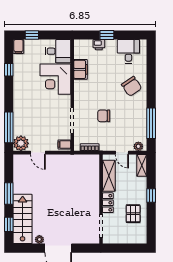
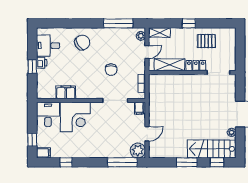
printer: (99, 45) -> (42, 63), moved

